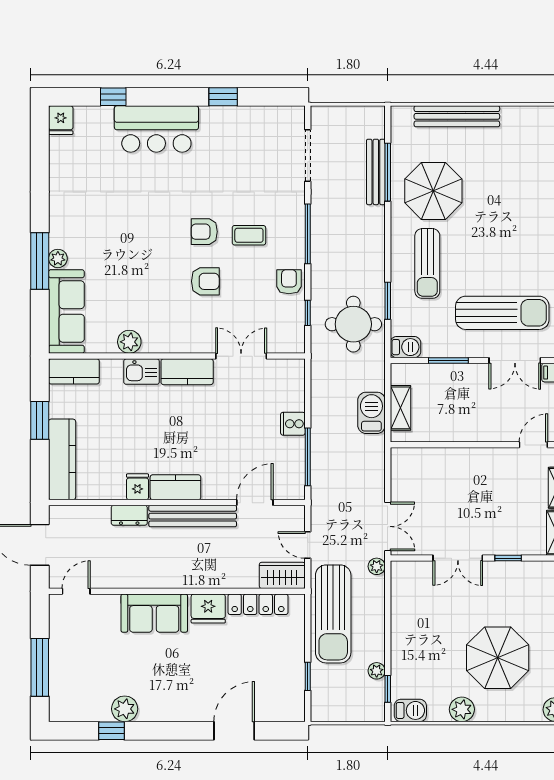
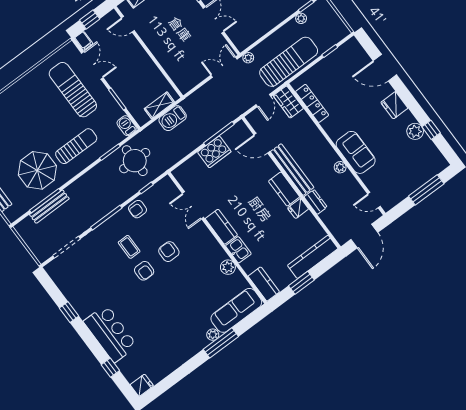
cooker: (293, 424) -> (214, 152), width x1.87, depth x1.31
plant: (150, 579) -> (340, 167), added
fridge: (208, 609) -> (394, 105), moved, turned 180

